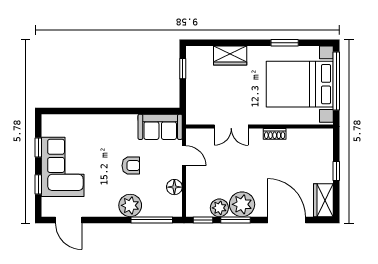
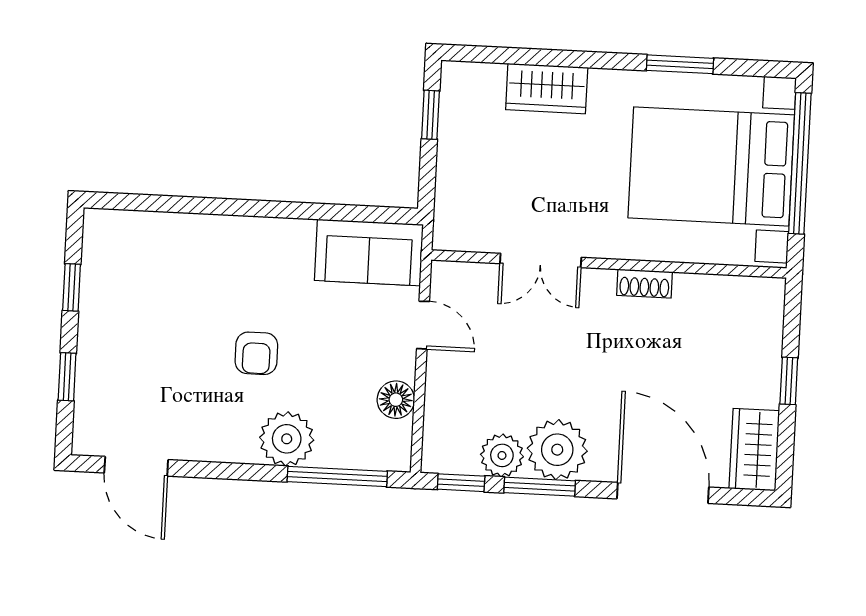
armchair: (131, 166) -> (256, 353), moved, turned 90
corner sofa: (63, 167) -> (128, 337), removed

